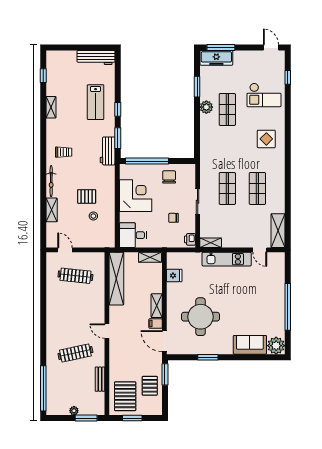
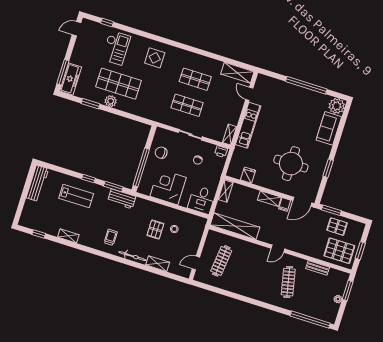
shop shelf: (227, 109) -> (118, 84), width x1.43, depth x1.36
door: (260, 250) -> (249, 94), swing flipped

